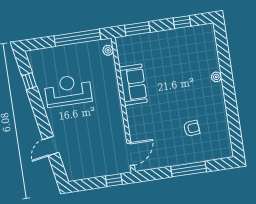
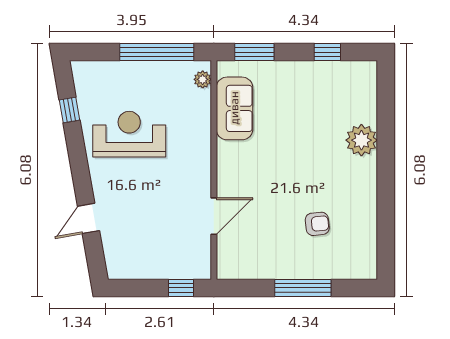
plant: (216, 77) -> (361, 140), width x1.87, depth x1.87
sofa: (133, 85) -> (234, 108), moved
door: (131, 154) -> (214, 216), moved

